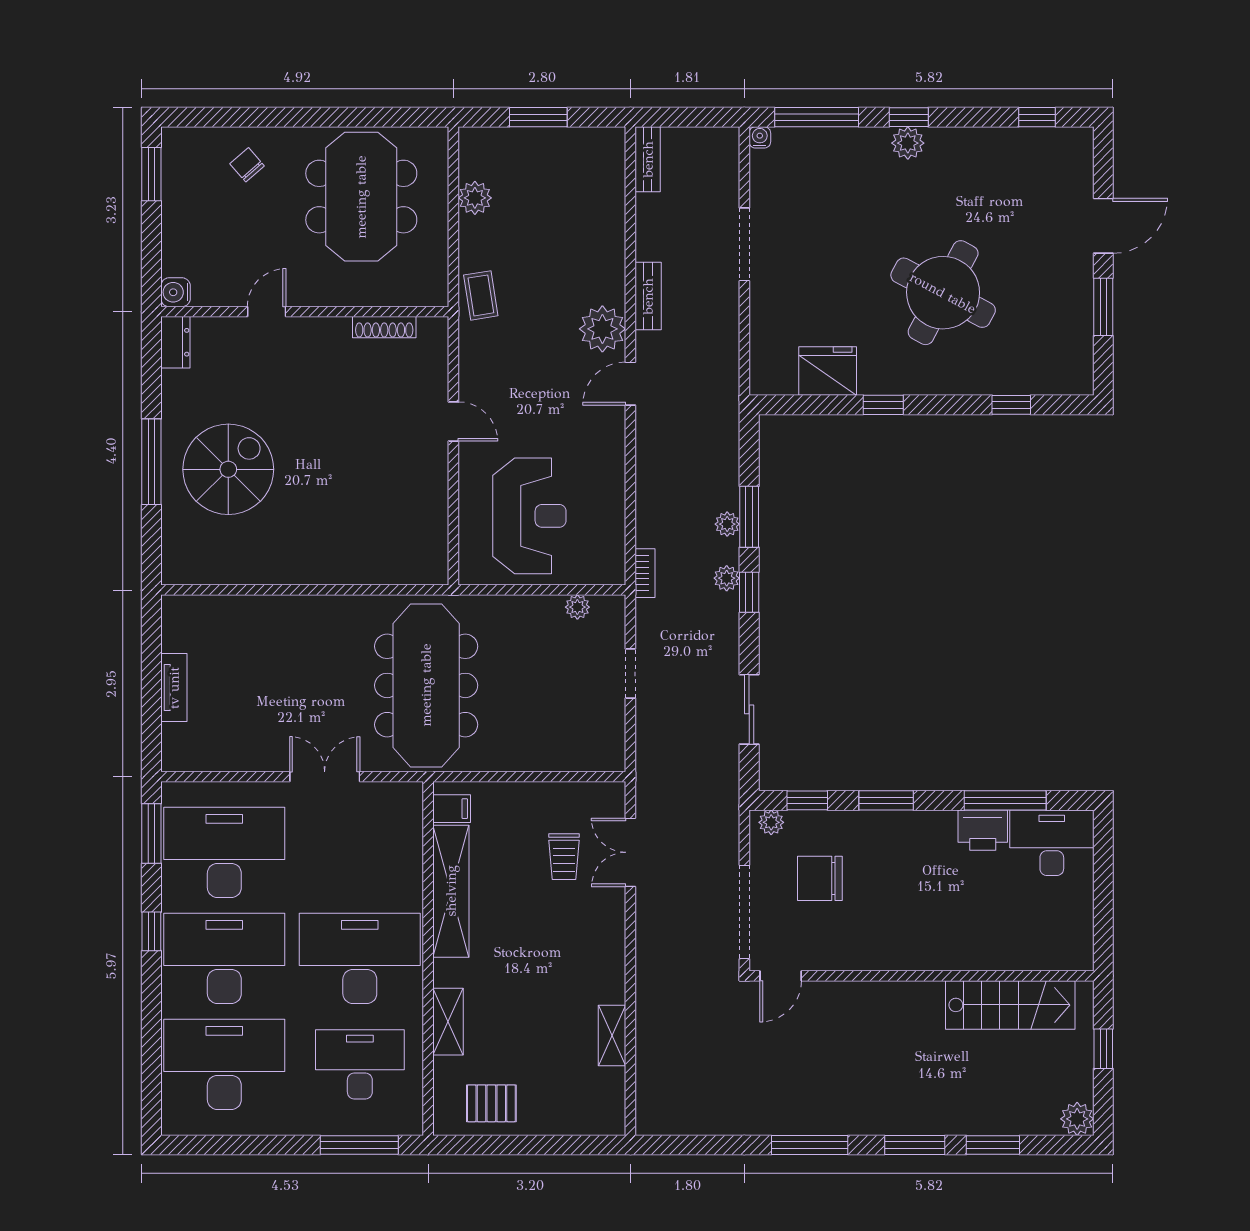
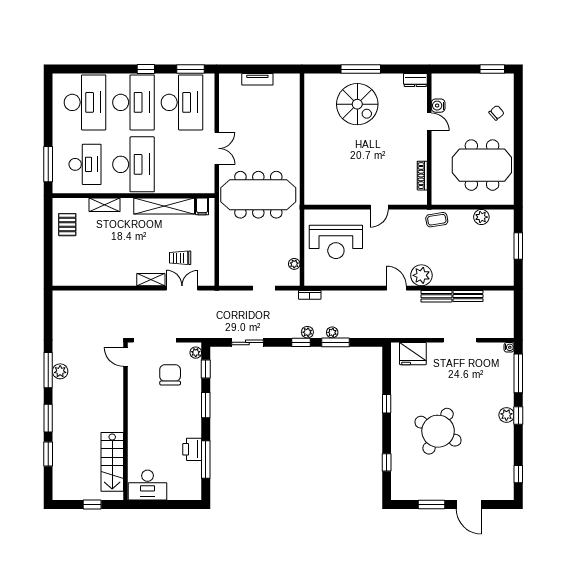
bench: (648, 159) -> (468, 296), moved
water cooler: (176, 292) -> (438, 106), moved, turned -90
fridge: (828, 371) -> (413, 354), moved, turned 90
desk: (1052, 843) -> (147, 485), moved, turned 90
shelving: (612, 1036) -> (151, 280), moved
plant: (1077, 1119) -> (60, 371), moved

